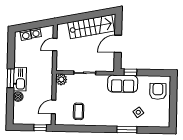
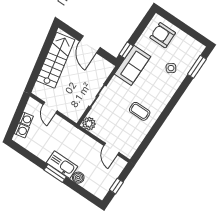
coffee table: (79, 111) -> (140, 111), moved
window: (40, 128) -> (116, 186), moved
window: (127, 130) -> (197, 67), moved

